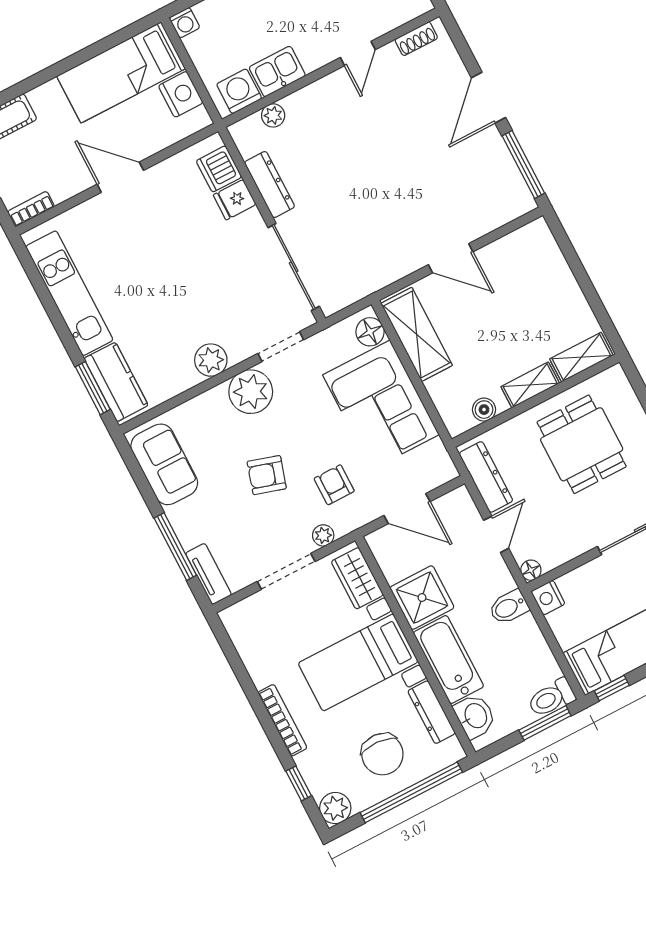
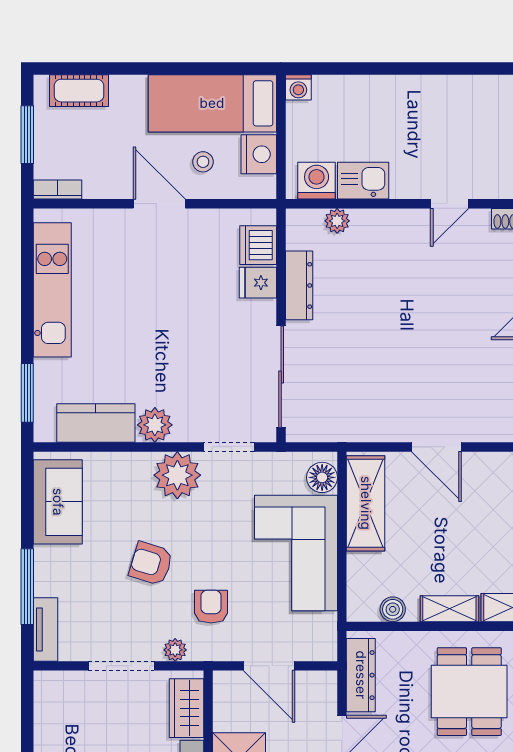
stool: (138, 124) -> (203, 162), added
kitchen counter: (116, 382) -> (96, 423), moved, turned -90

